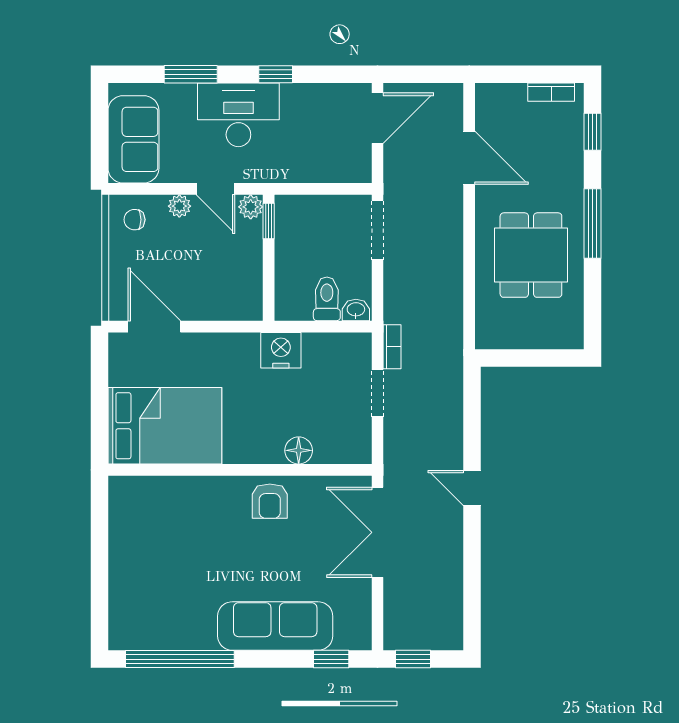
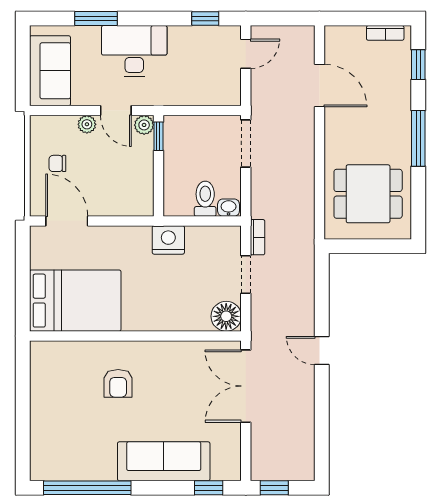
window: (276, 74) -> (205, 19), moved
door: (377, 118) -> (246, 54), width x0.73
chair: (134, 220) -> (57, 163), moved
dining table: (531, 255) -> (368, 194), moved, turned 90
floor lamp: (299, 450) -> (226, 316), moved, width x1.38, depth x1.38
armchair: (270, 501) -> (118, 383), moved

